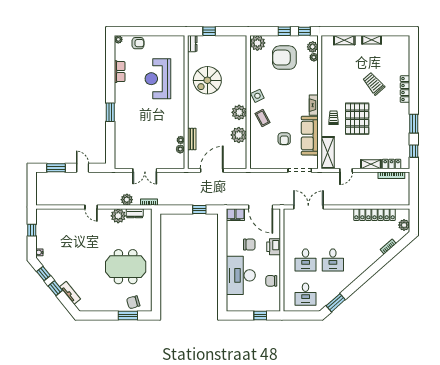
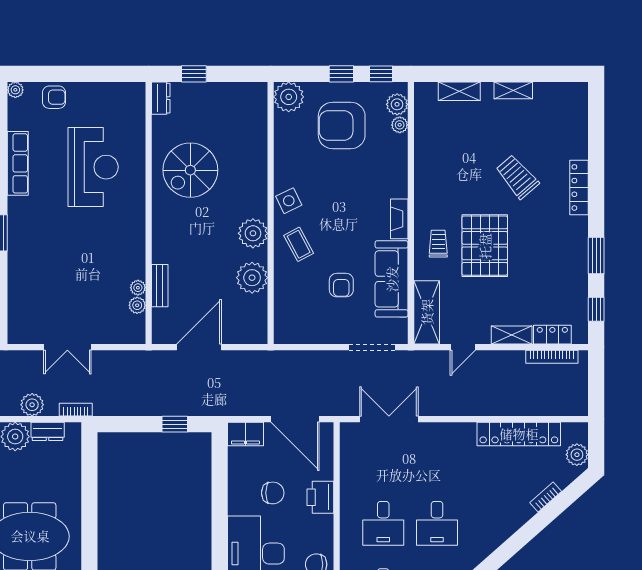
row of seats: (120, 72) -> (18, 163), width x1.48
reception desk: (158, 79) -> (93, 167), turned 180

